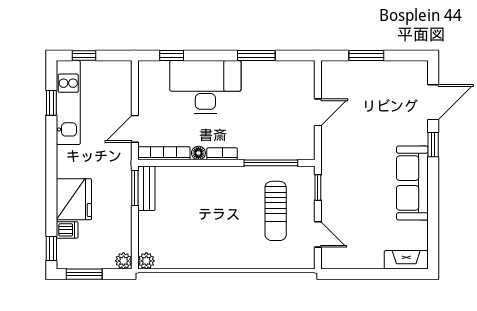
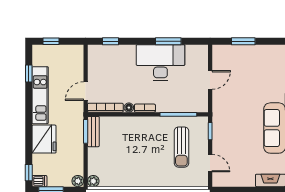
desk: (205, 87) -> (160, 63), moved
kitchen unit: (68, 103) -> (40, 95), moved
dishwasher: (67, 230) -> (39, 181), moved

